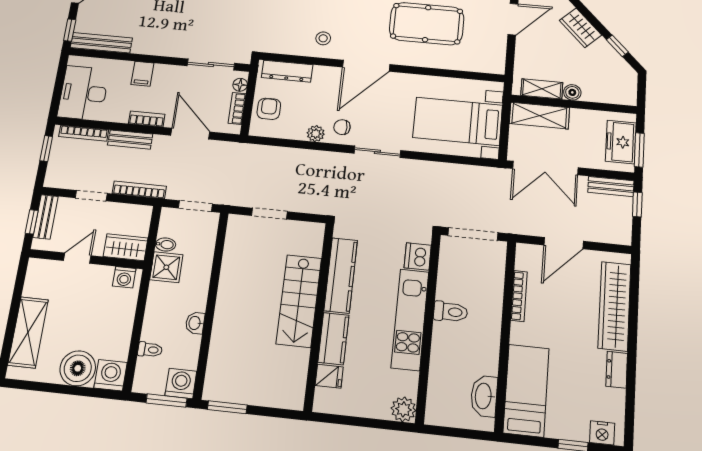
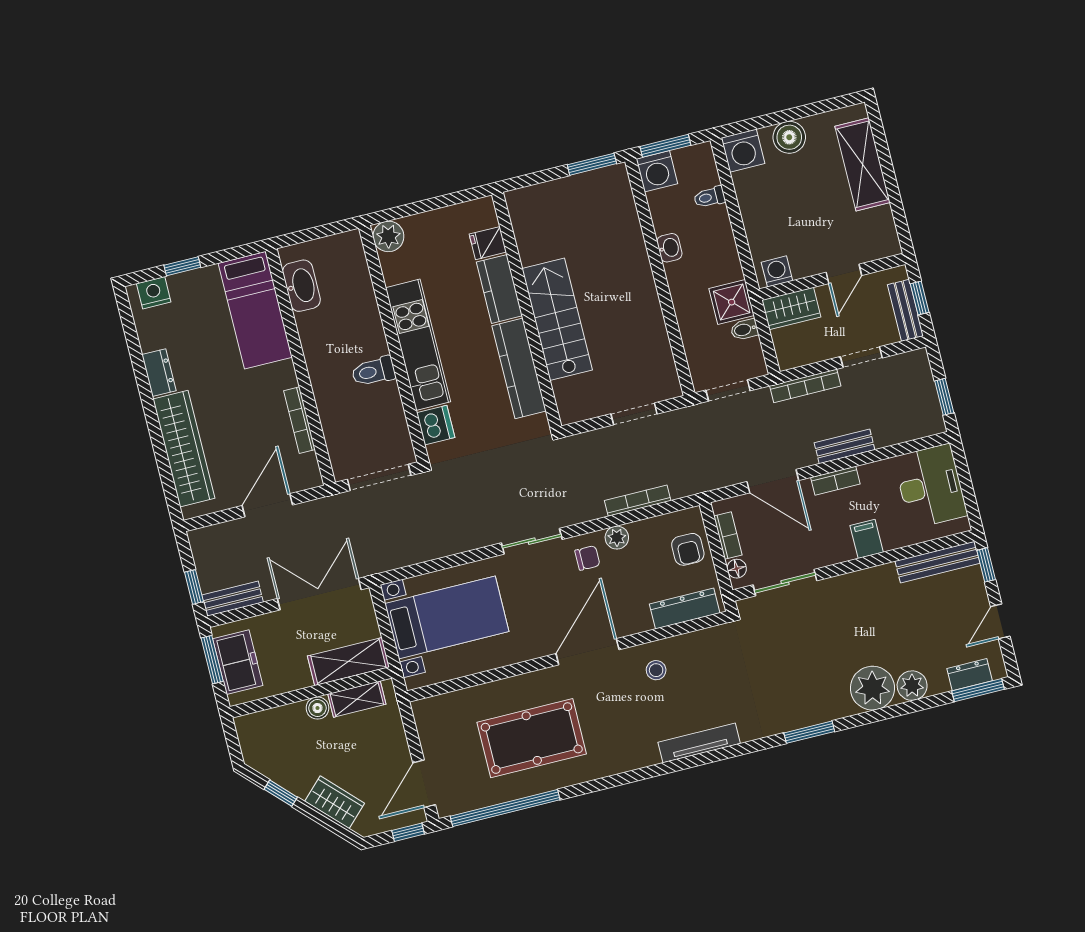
bookcase: (84, 133) -> (638, 501), moved
boiler: (78, 368) -> (789, 137), width x0.73, depth x0.73

